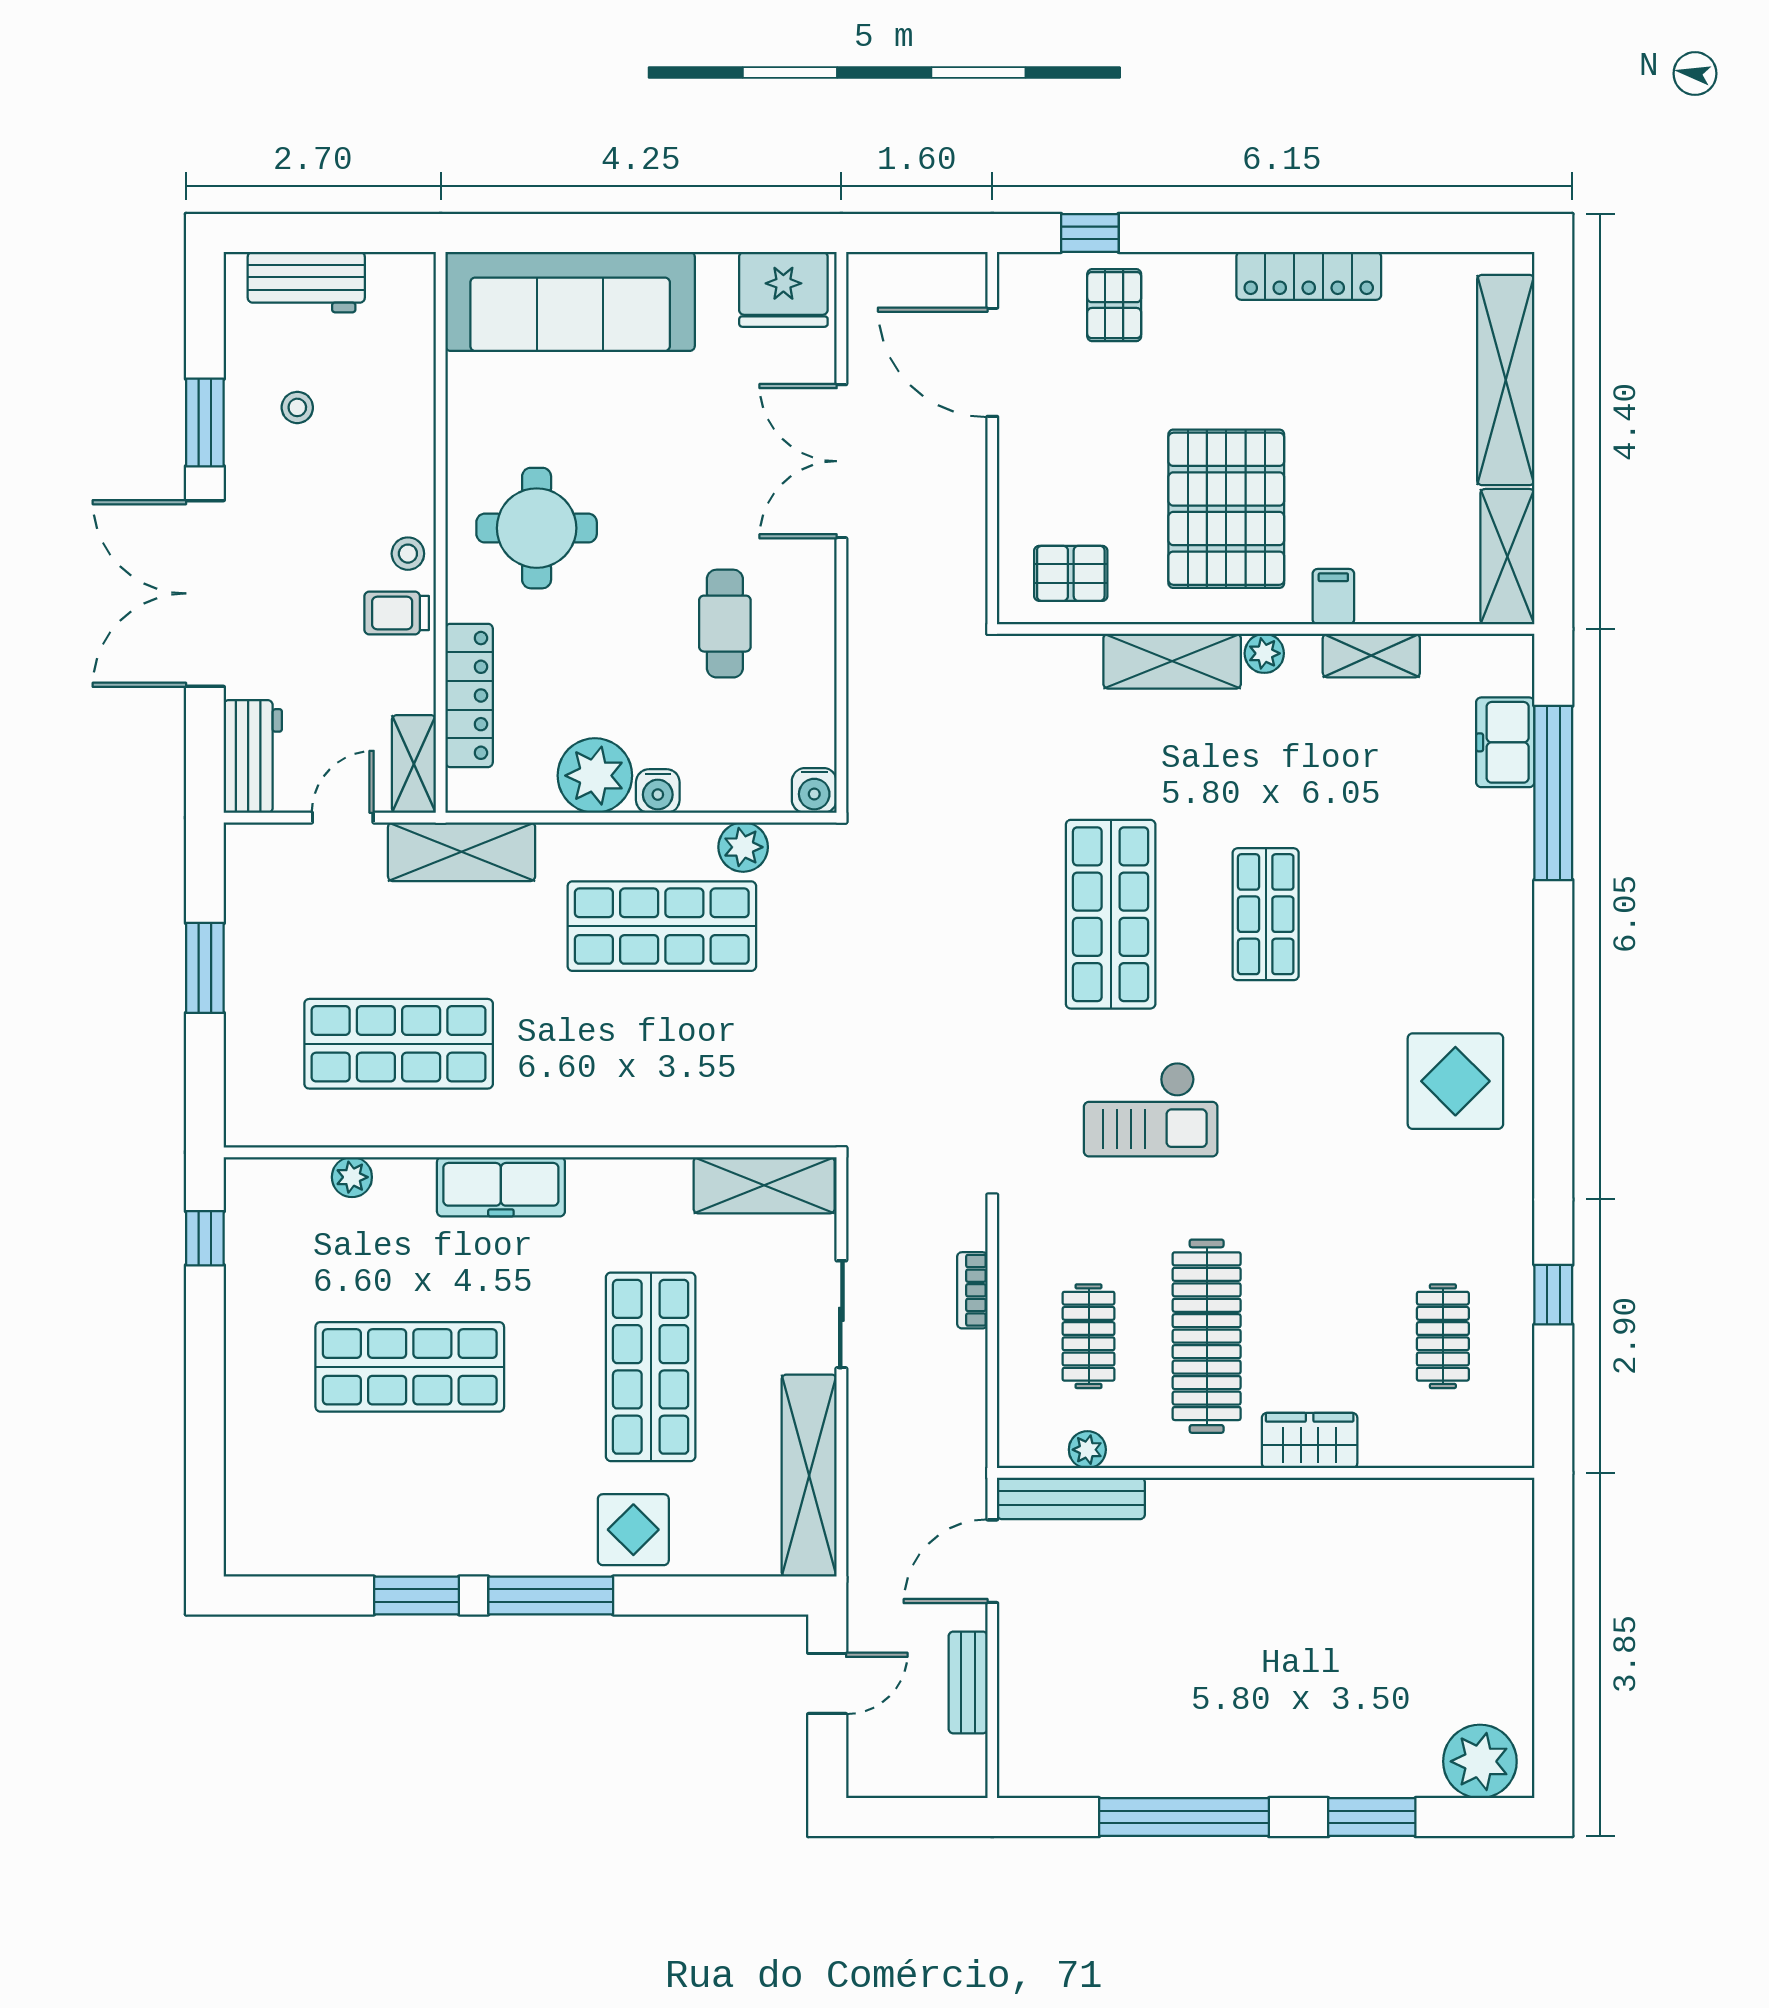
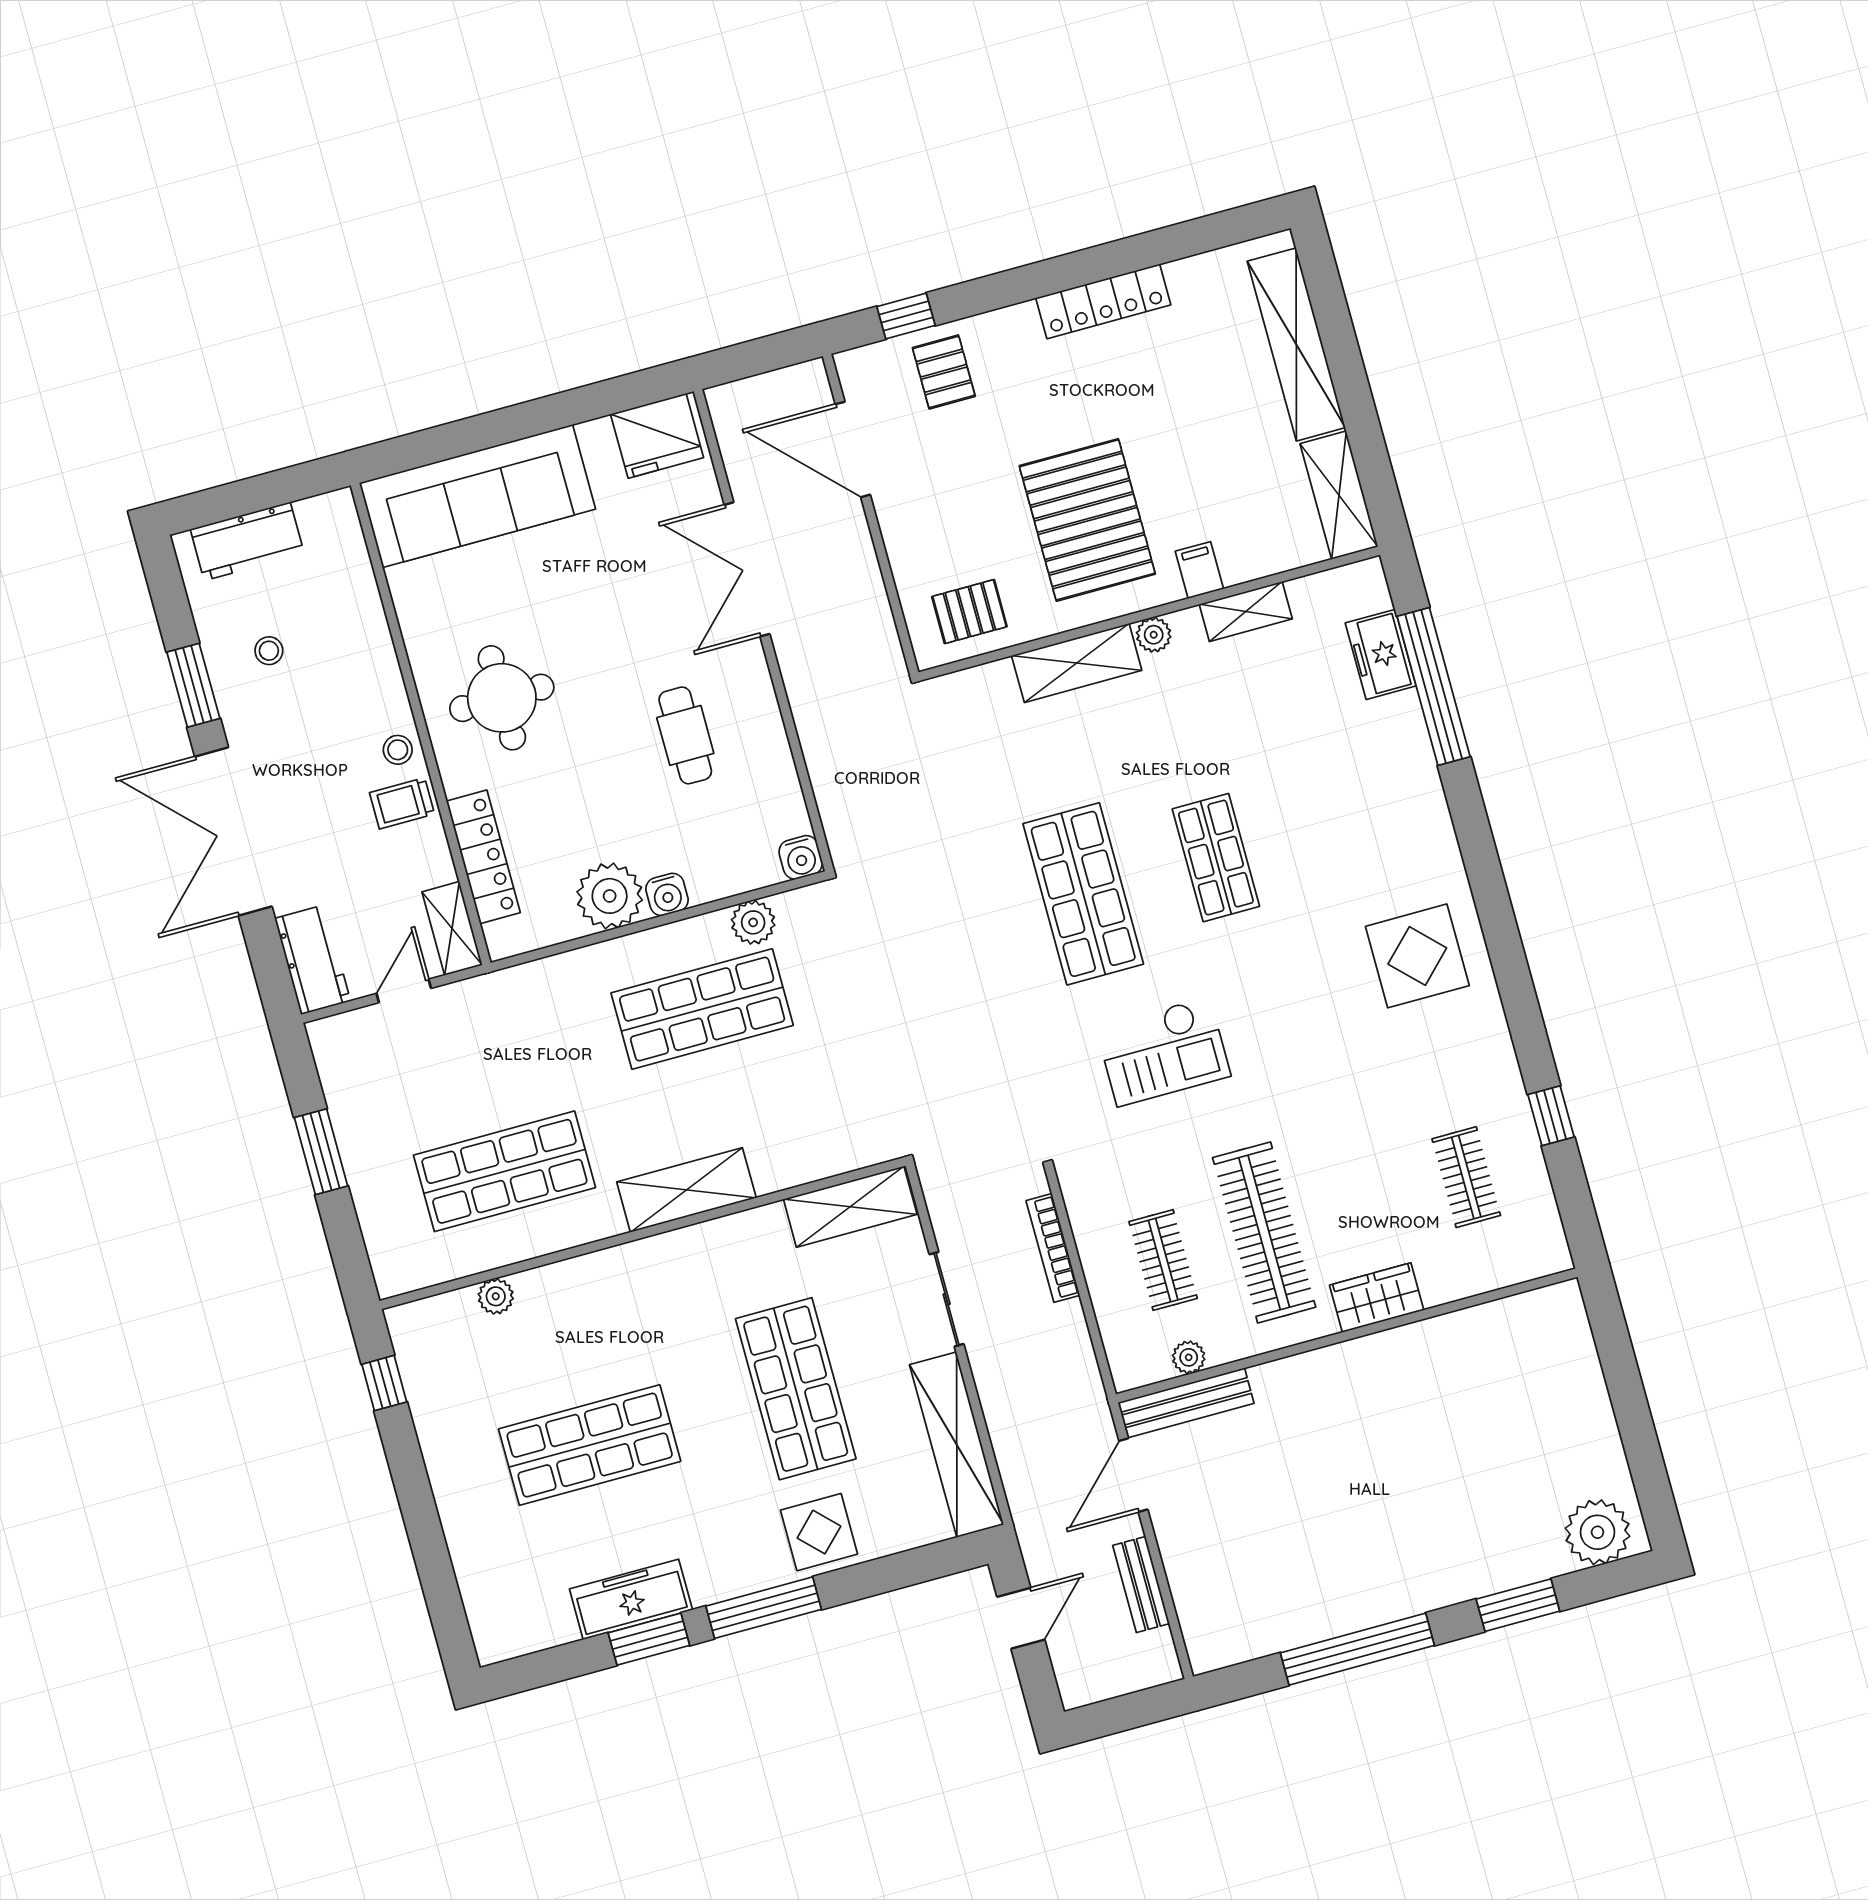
shelving: (462, 852) -> (686, 1190), moved
freezer: (501, 1187) -> (631, 1599), moved, turned 180
bookcase: (972, 1290) -> (1053, 1248), width x1.56

